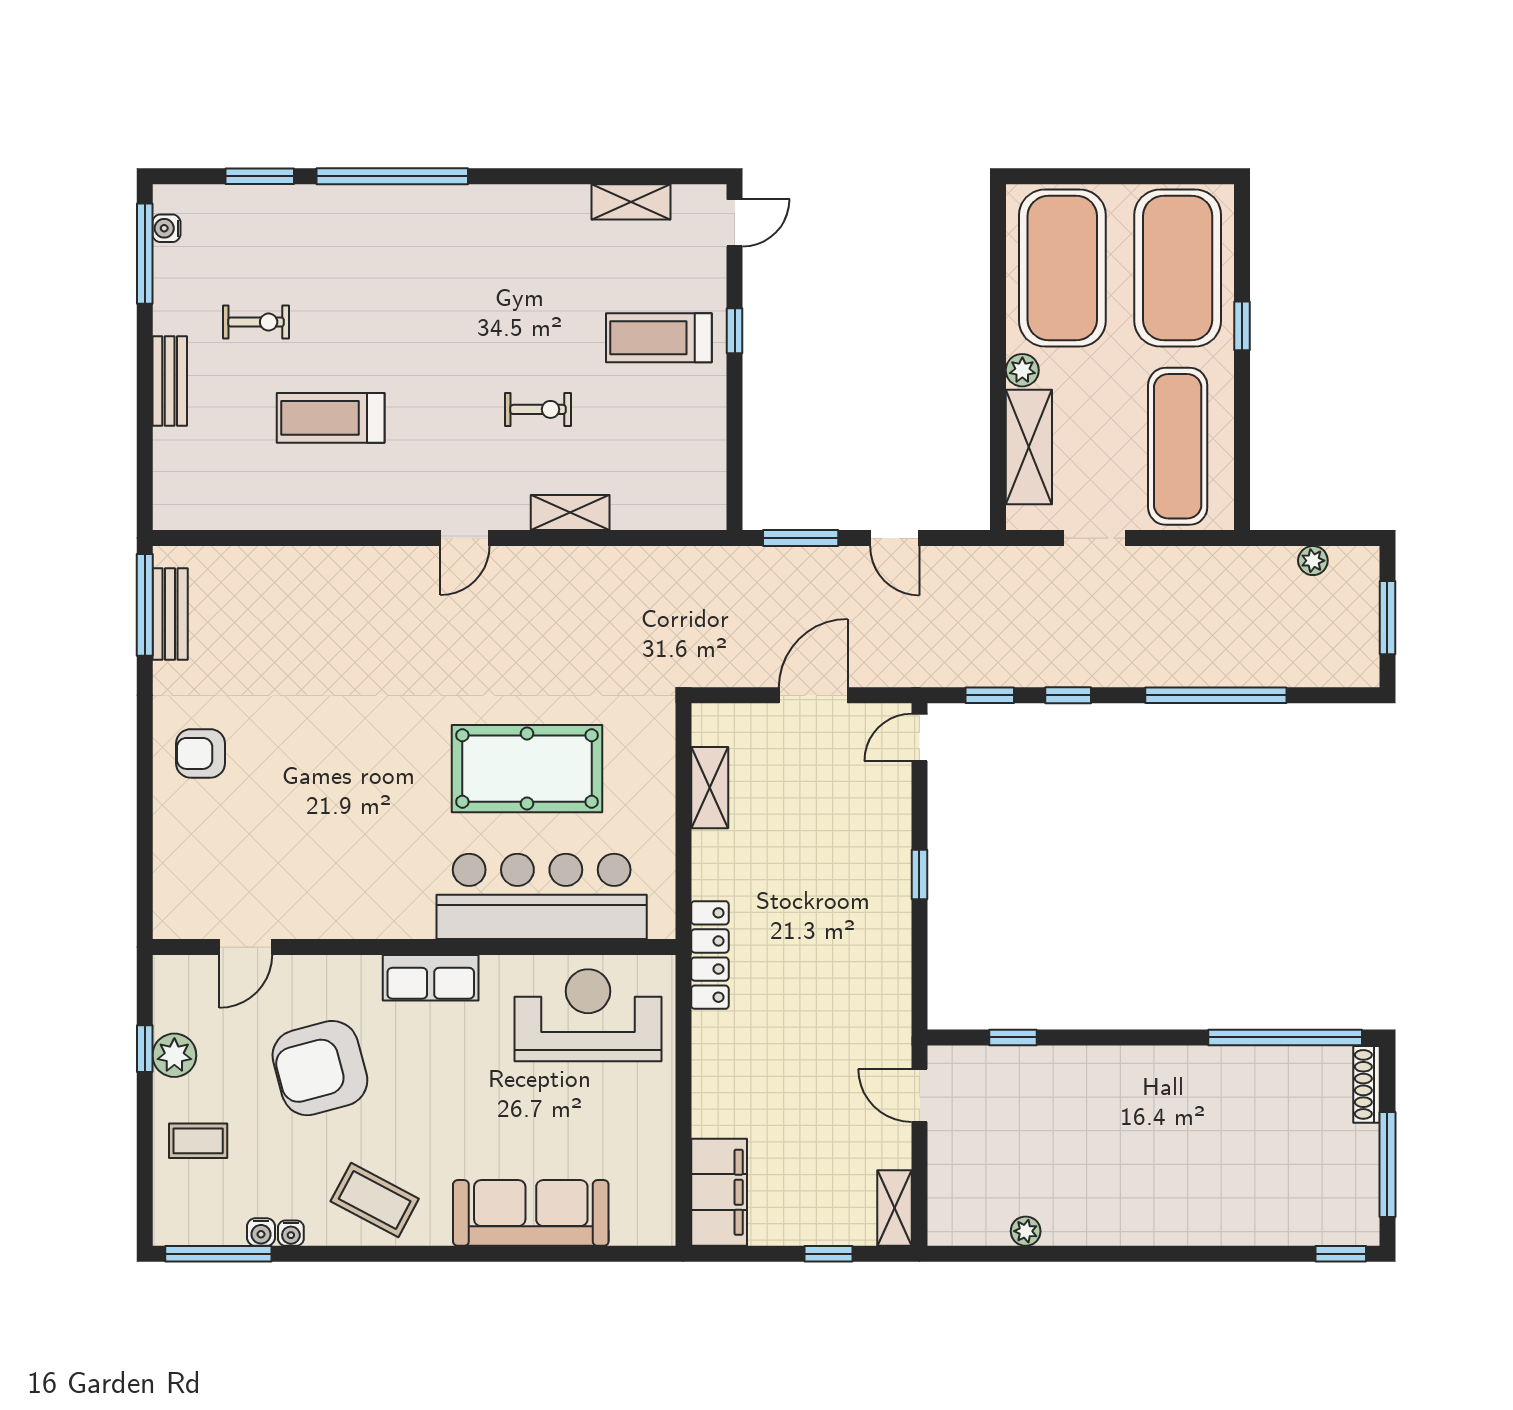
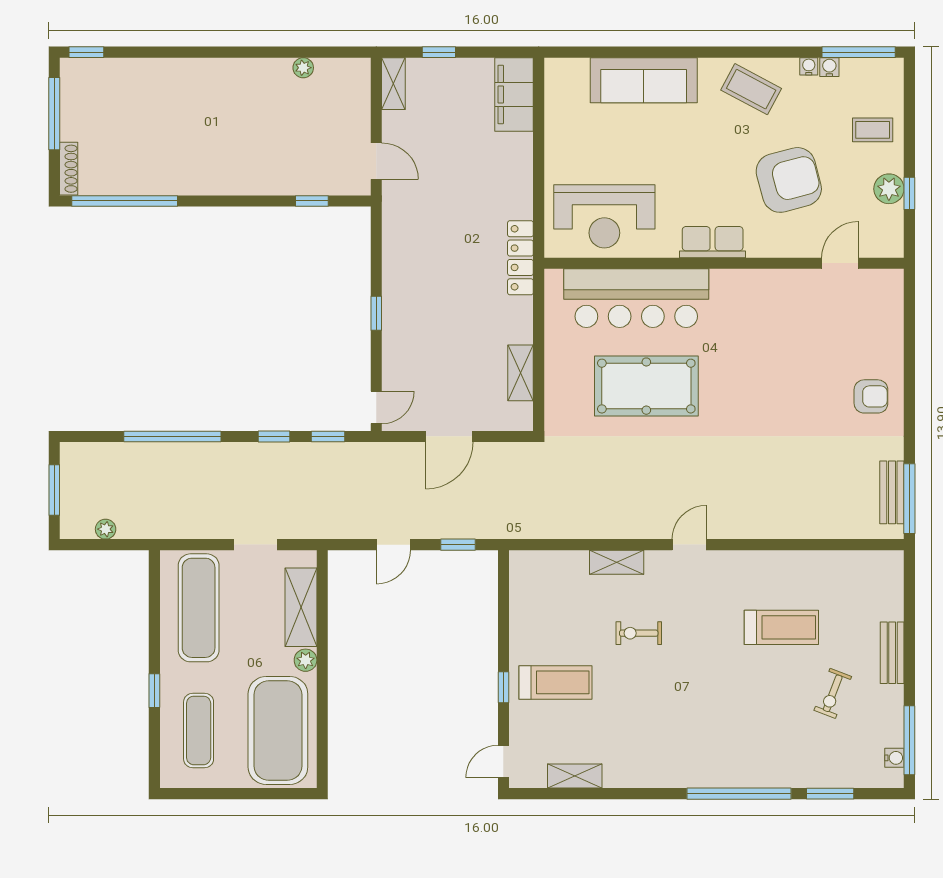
exercise mat: (1178, 268) -> (199, 730), width x0.50, depth x0.69
exercise bike: (256, 322) -> (833, 693), turned -69
window: (801, 538) -> (458, 545), width x0.67
door: (895, 538) -> (393, 545), swing flipped

